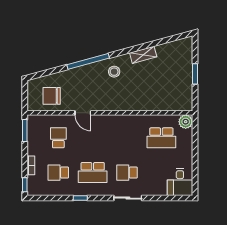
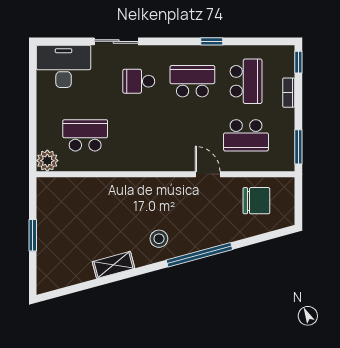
school desk: (58, 138) -> (246, 135), width x1.85
school desk: (58, 173) -> (246, 81), width x1.85
school desk: (127, 173) -> (139, 81), turned 180
desk: (180, 182) -> (64, 66), width x1.37
sliding door: (128, 198) -> (116, 41), moved

